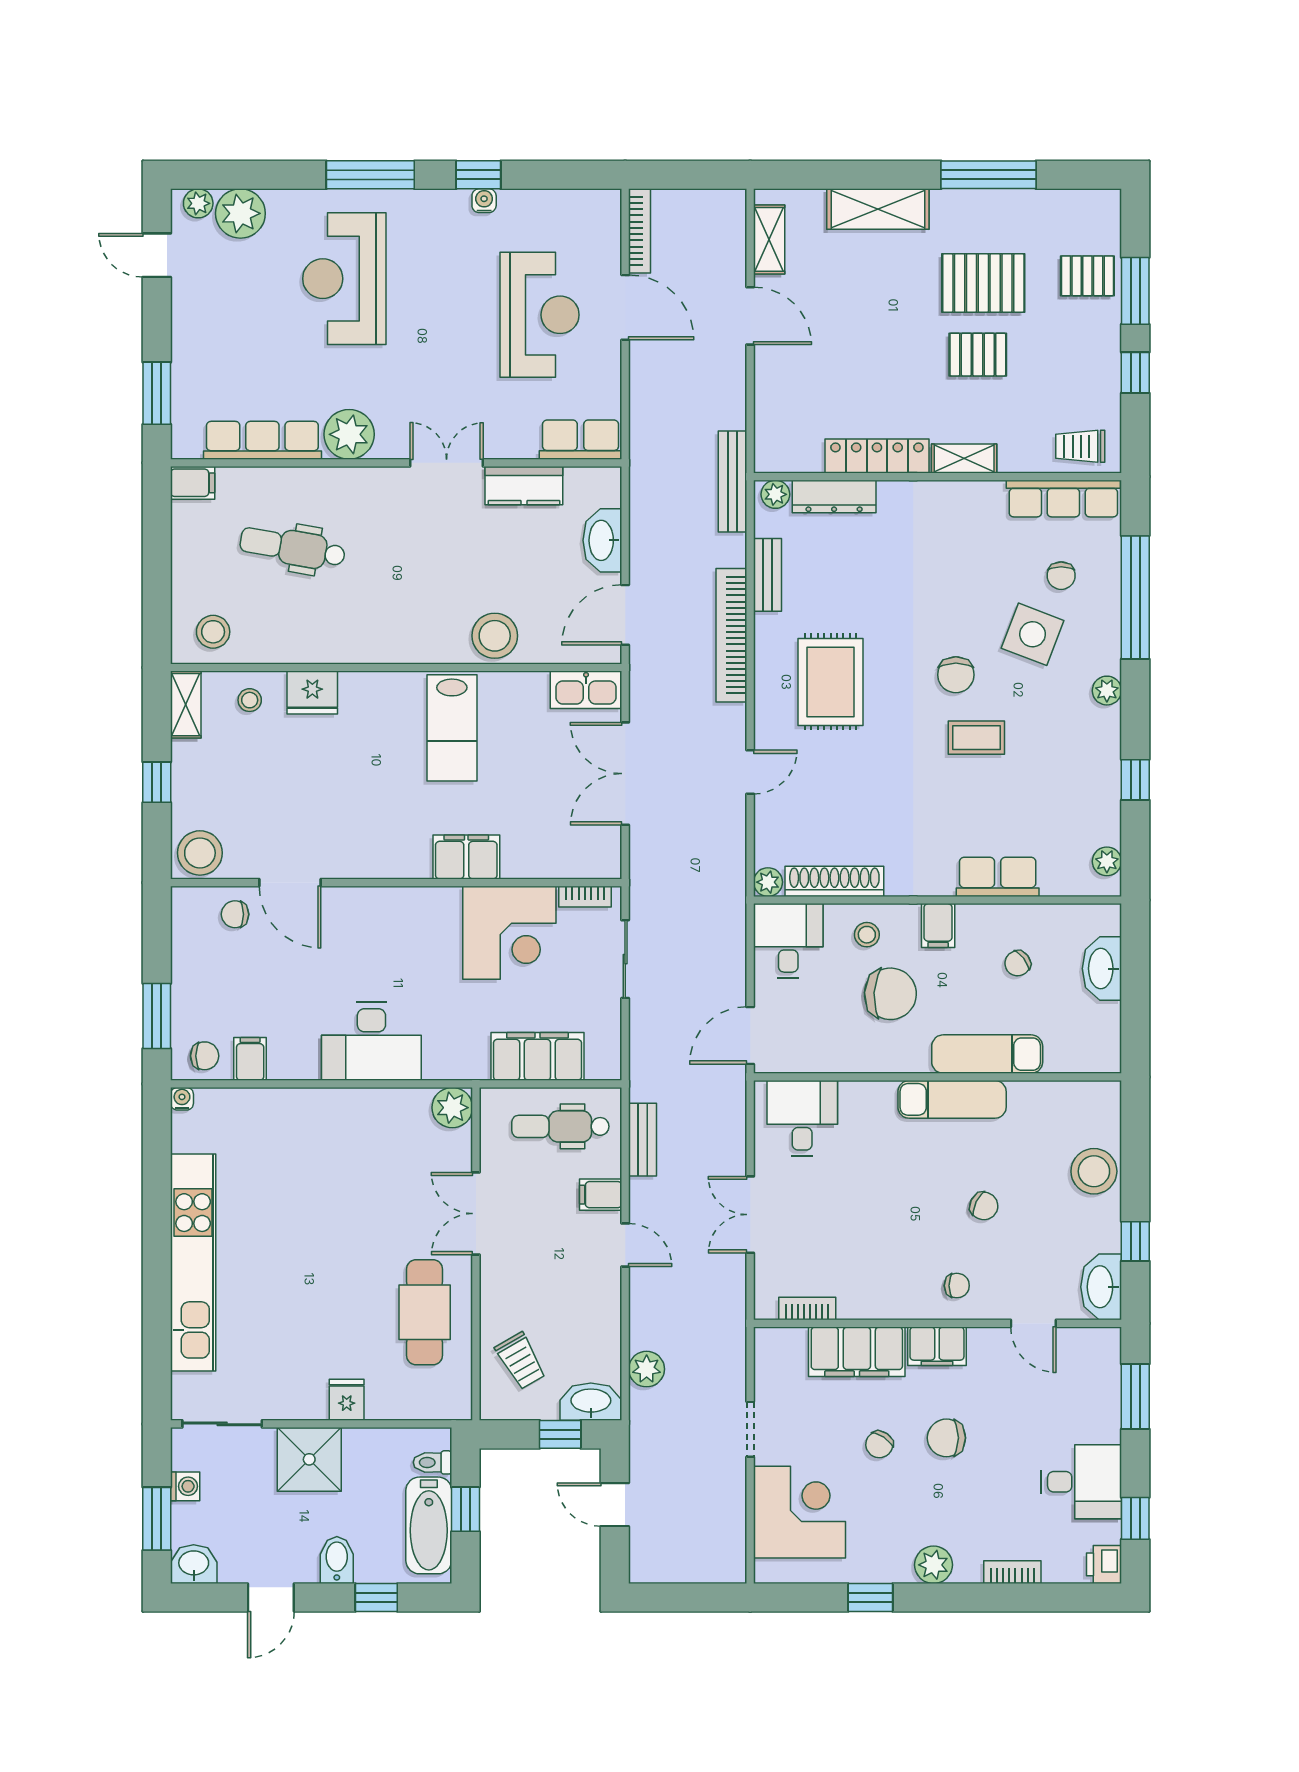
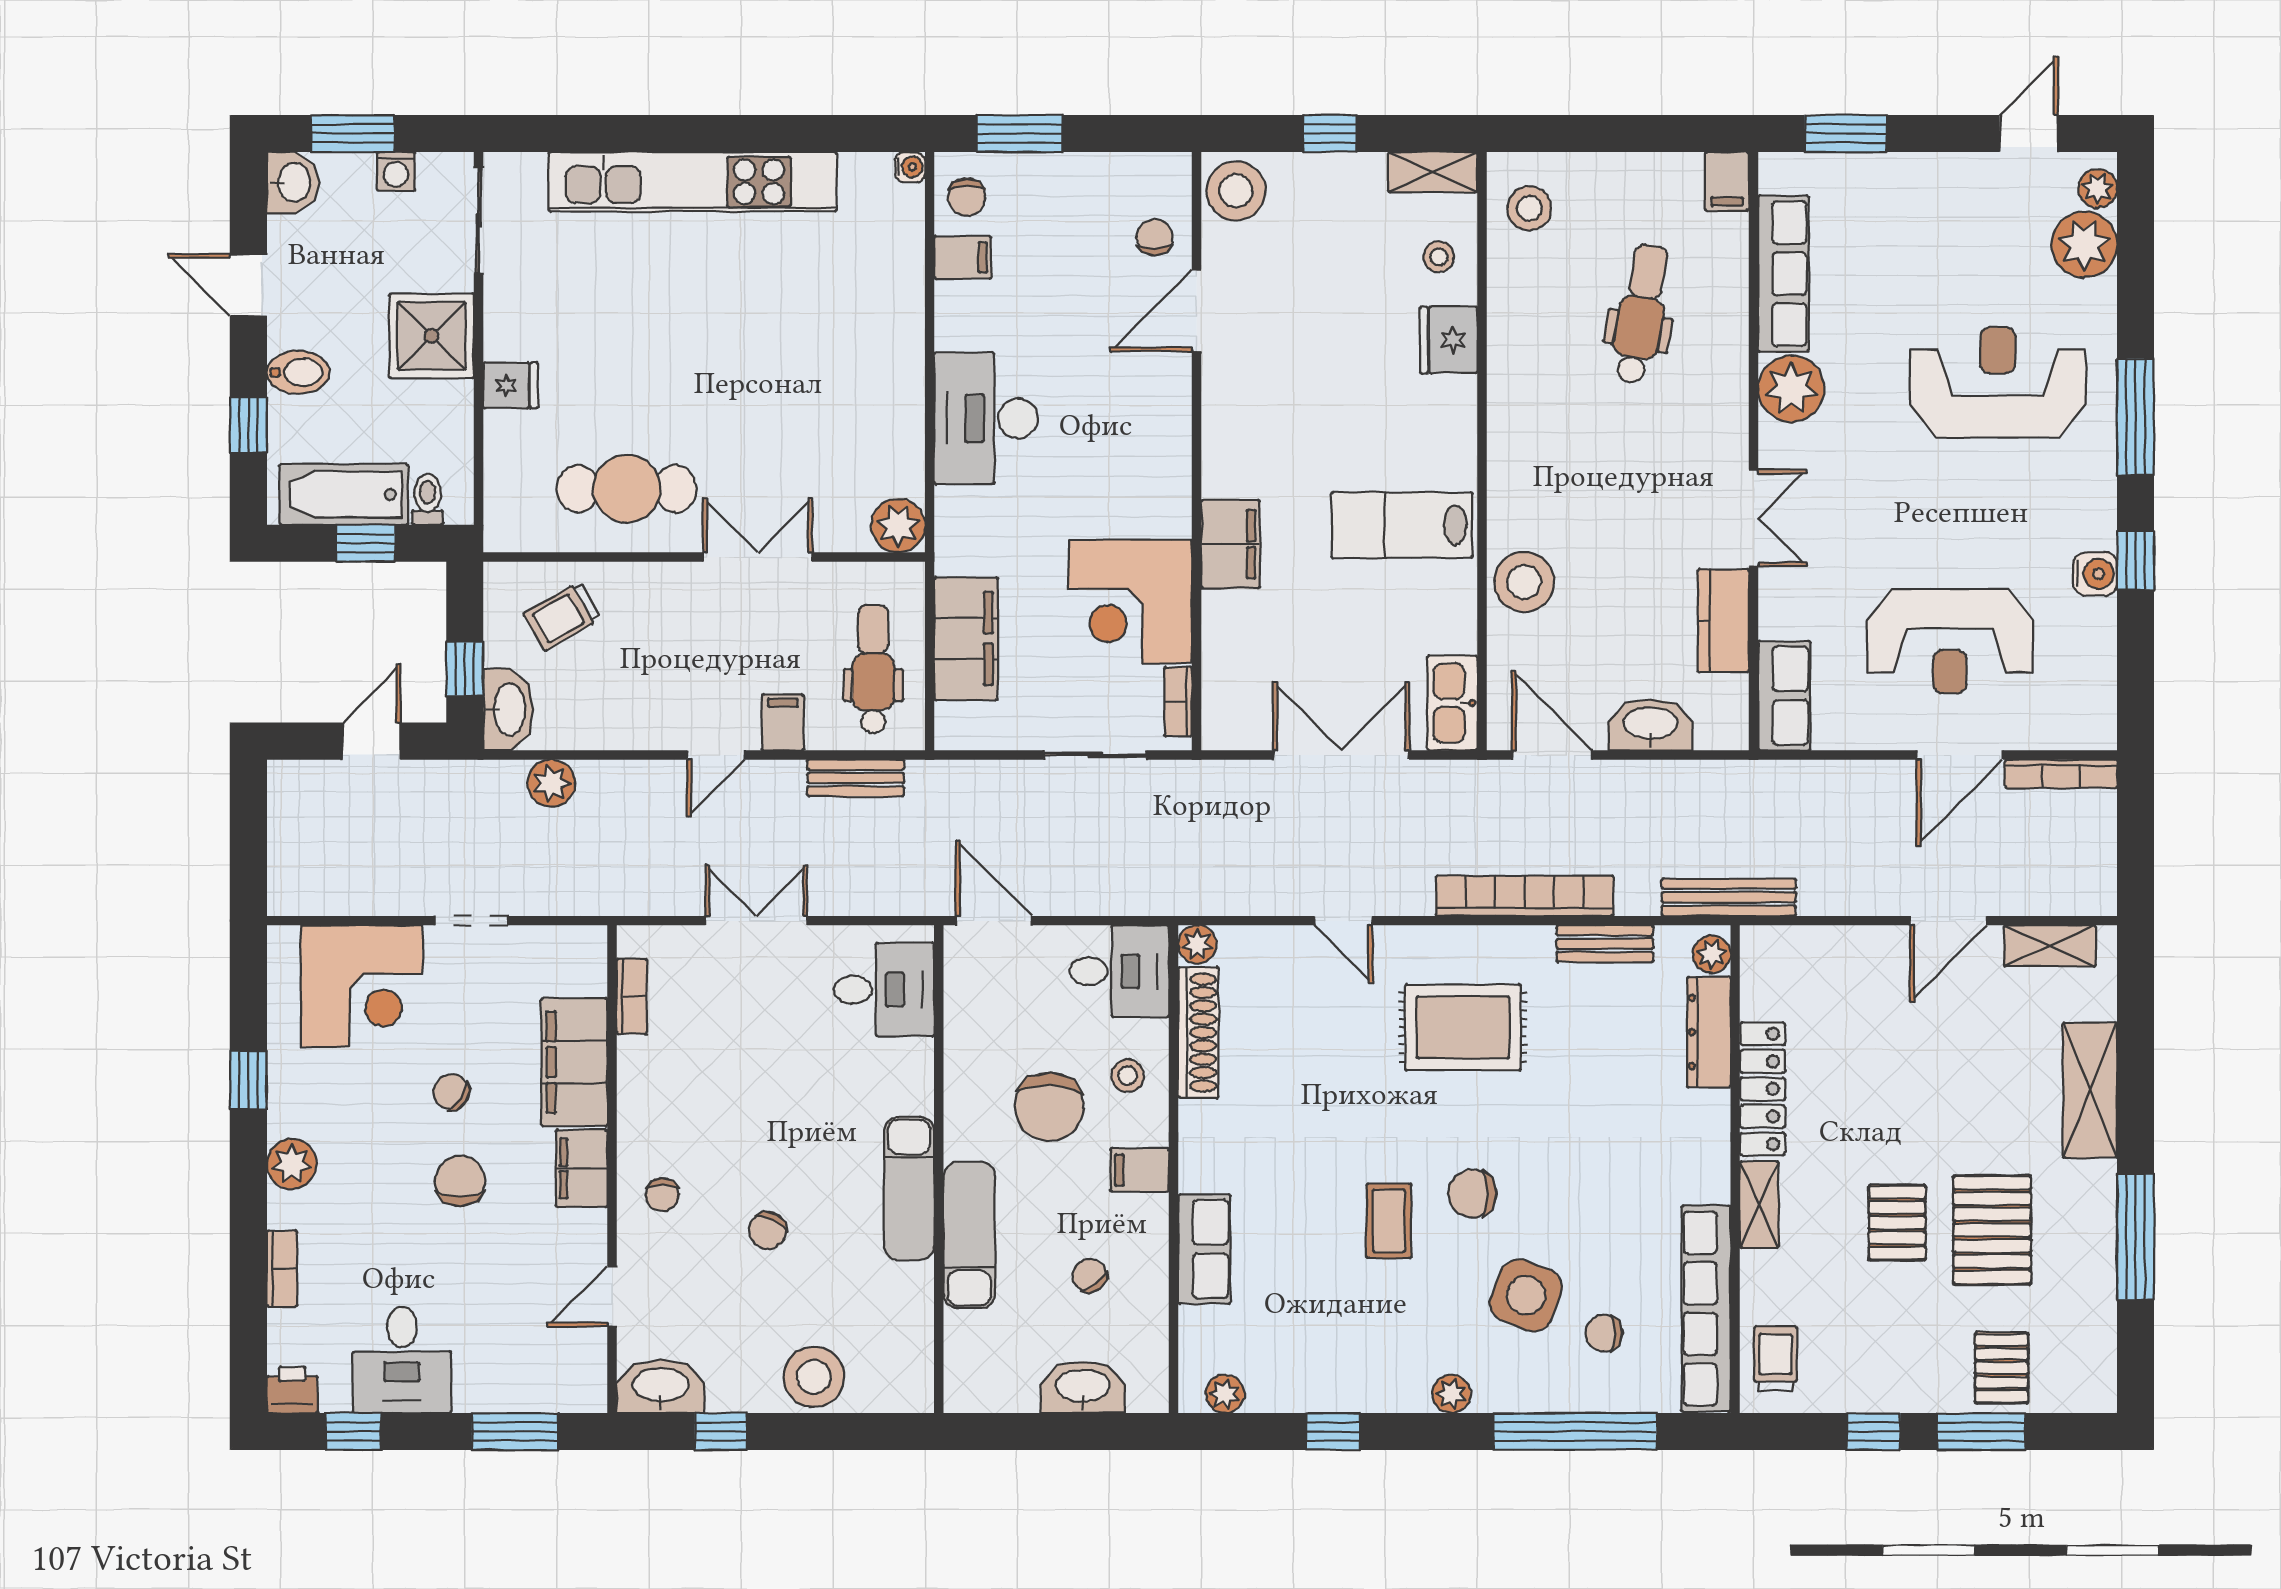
water cooler: (484, 201) -> (2095, 574), width x1.38, depth x1.38
row of seats: (1063, 499) -> (1706, 1309), width x1.36

